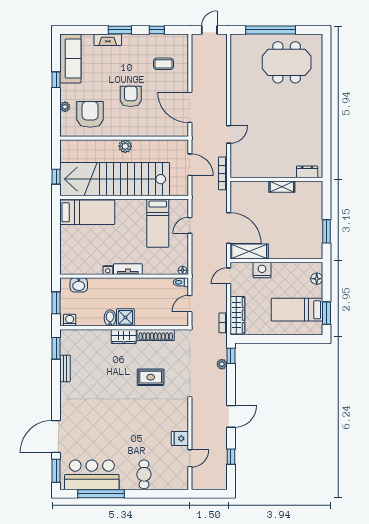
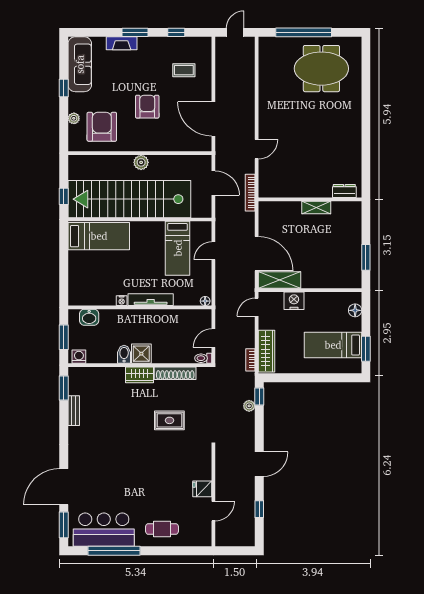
tv unit: (128, 269) -> (151, 300), width x1.41
toilet: (181, 282) -> (203, 358), moved
cafe table: (144, 474) -> (162, 529), turned 90

